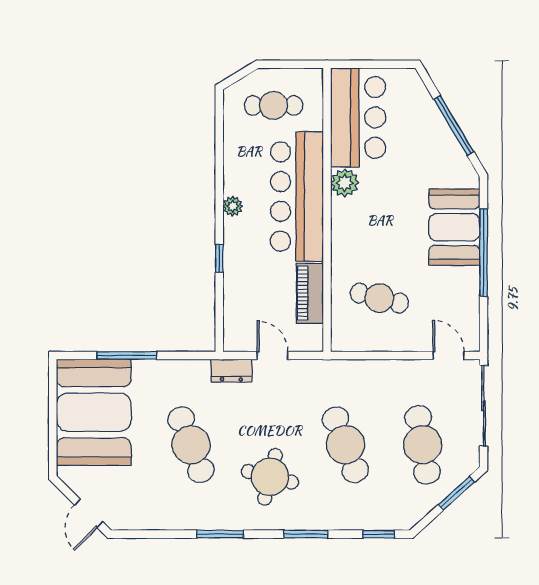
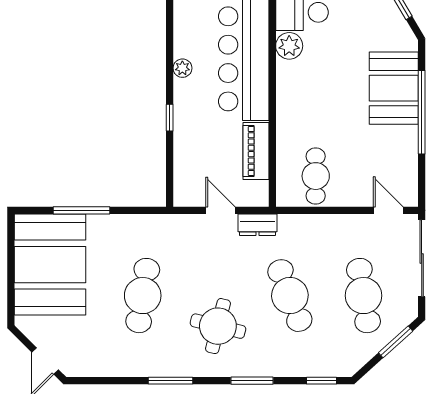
cafe table: (379, 298) -> (316, 176), moved, turned 76
dresser: (231, 371) -> (257, 225), moved
cafe table: (191, 445) -> (143, 296), turned 30

